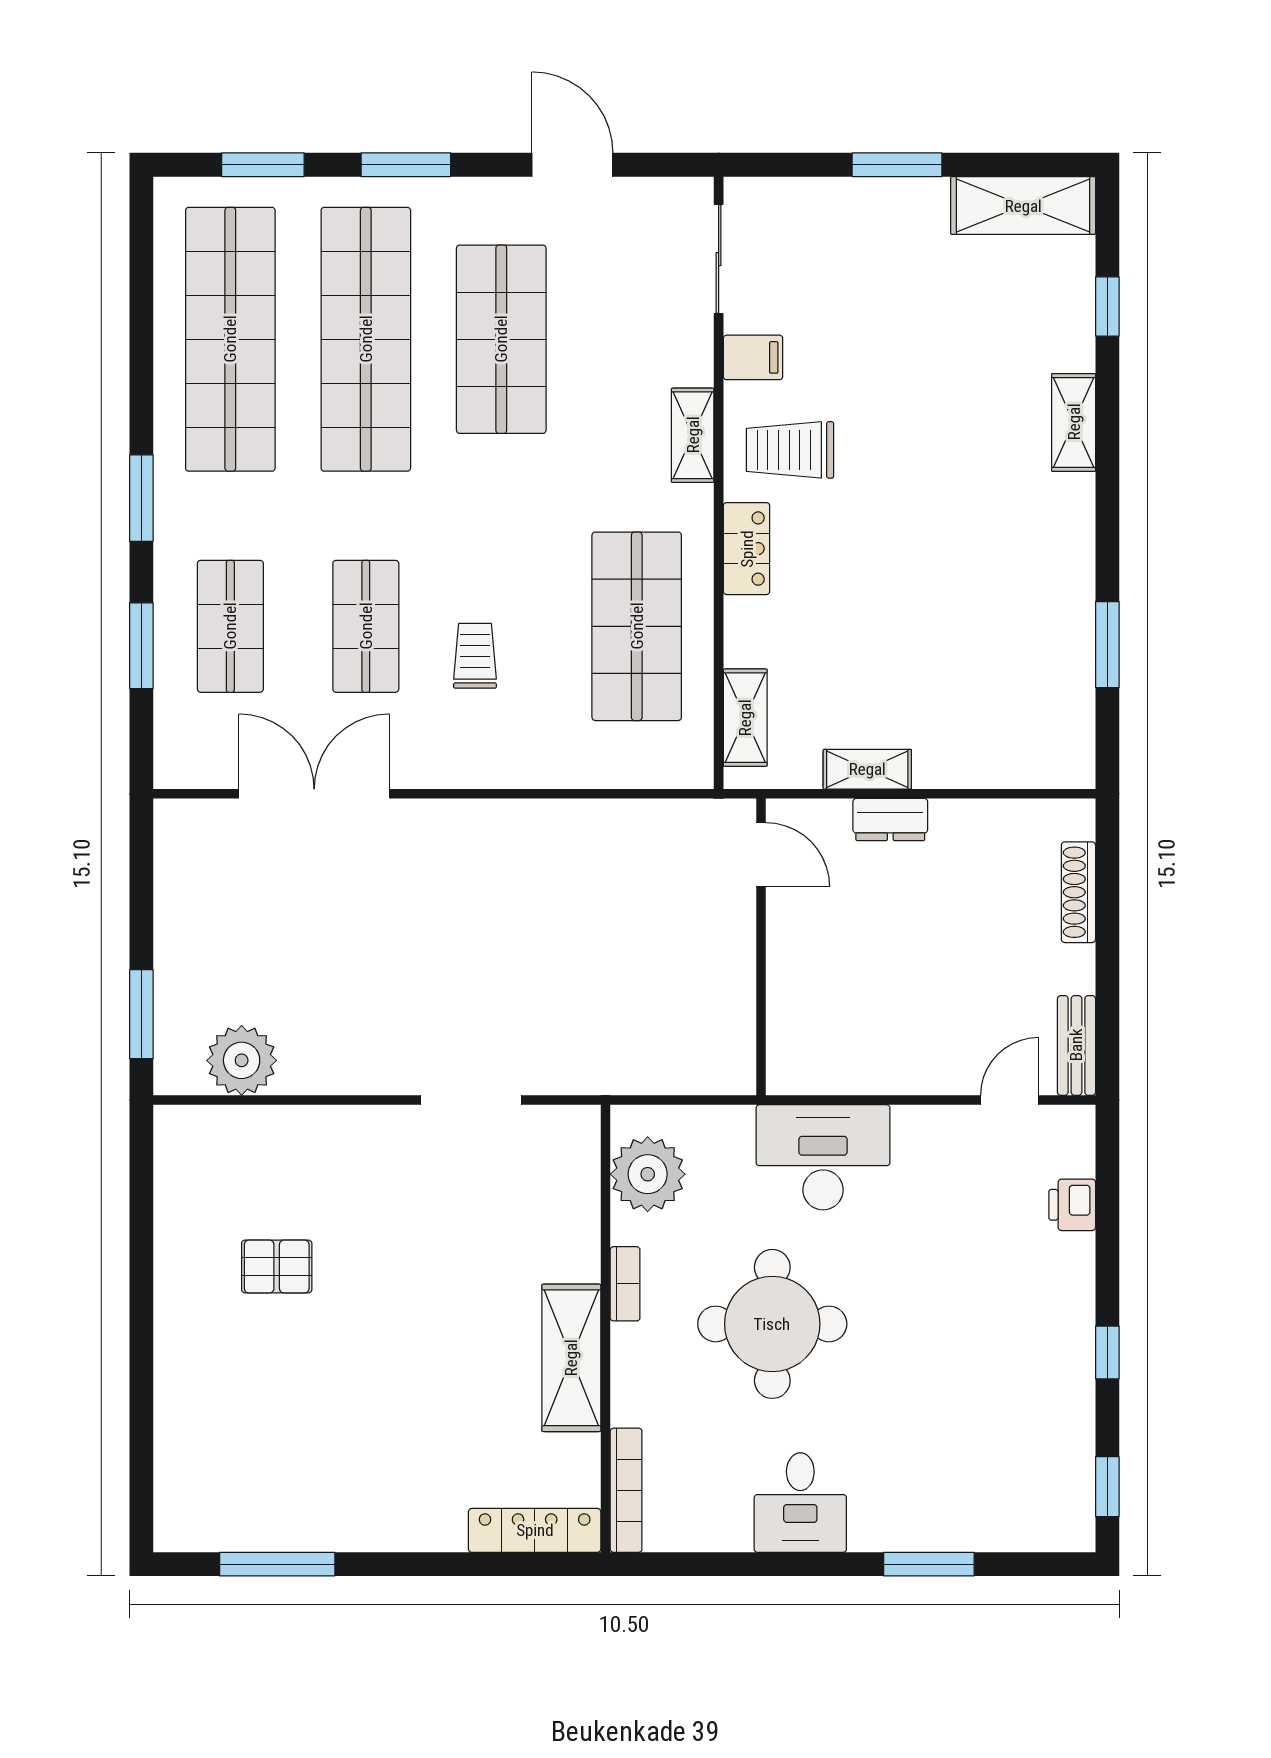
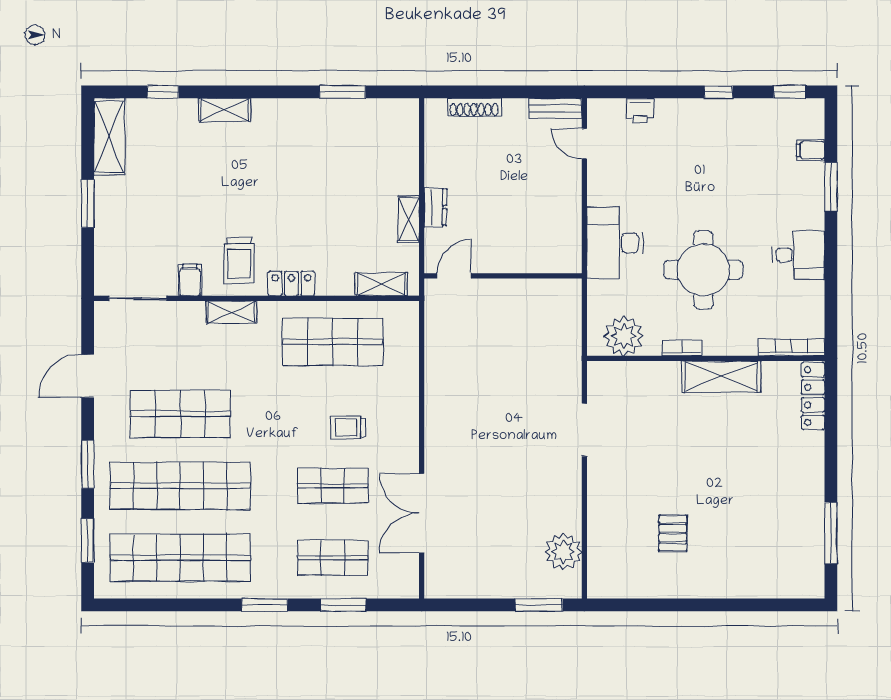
filing cabinet: (998, 1526) -> (811, 150), added

